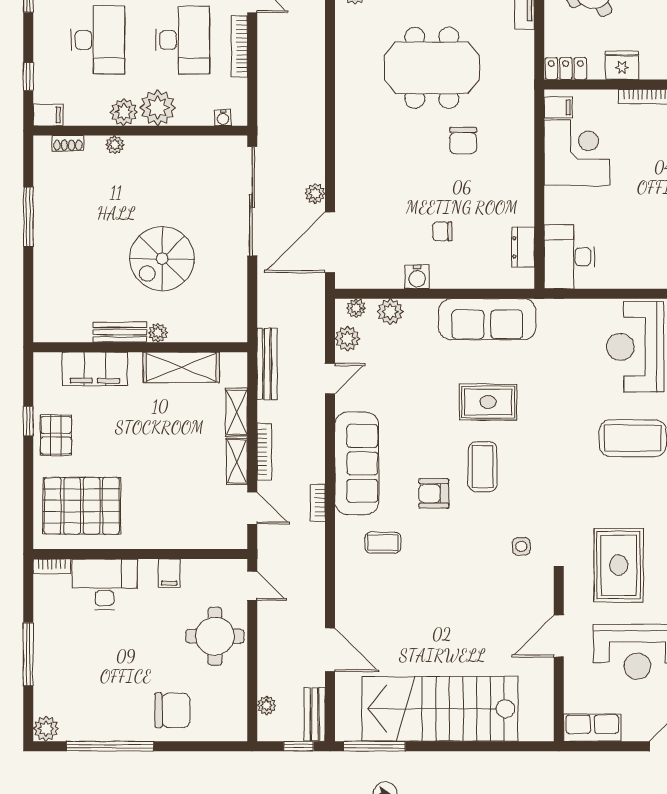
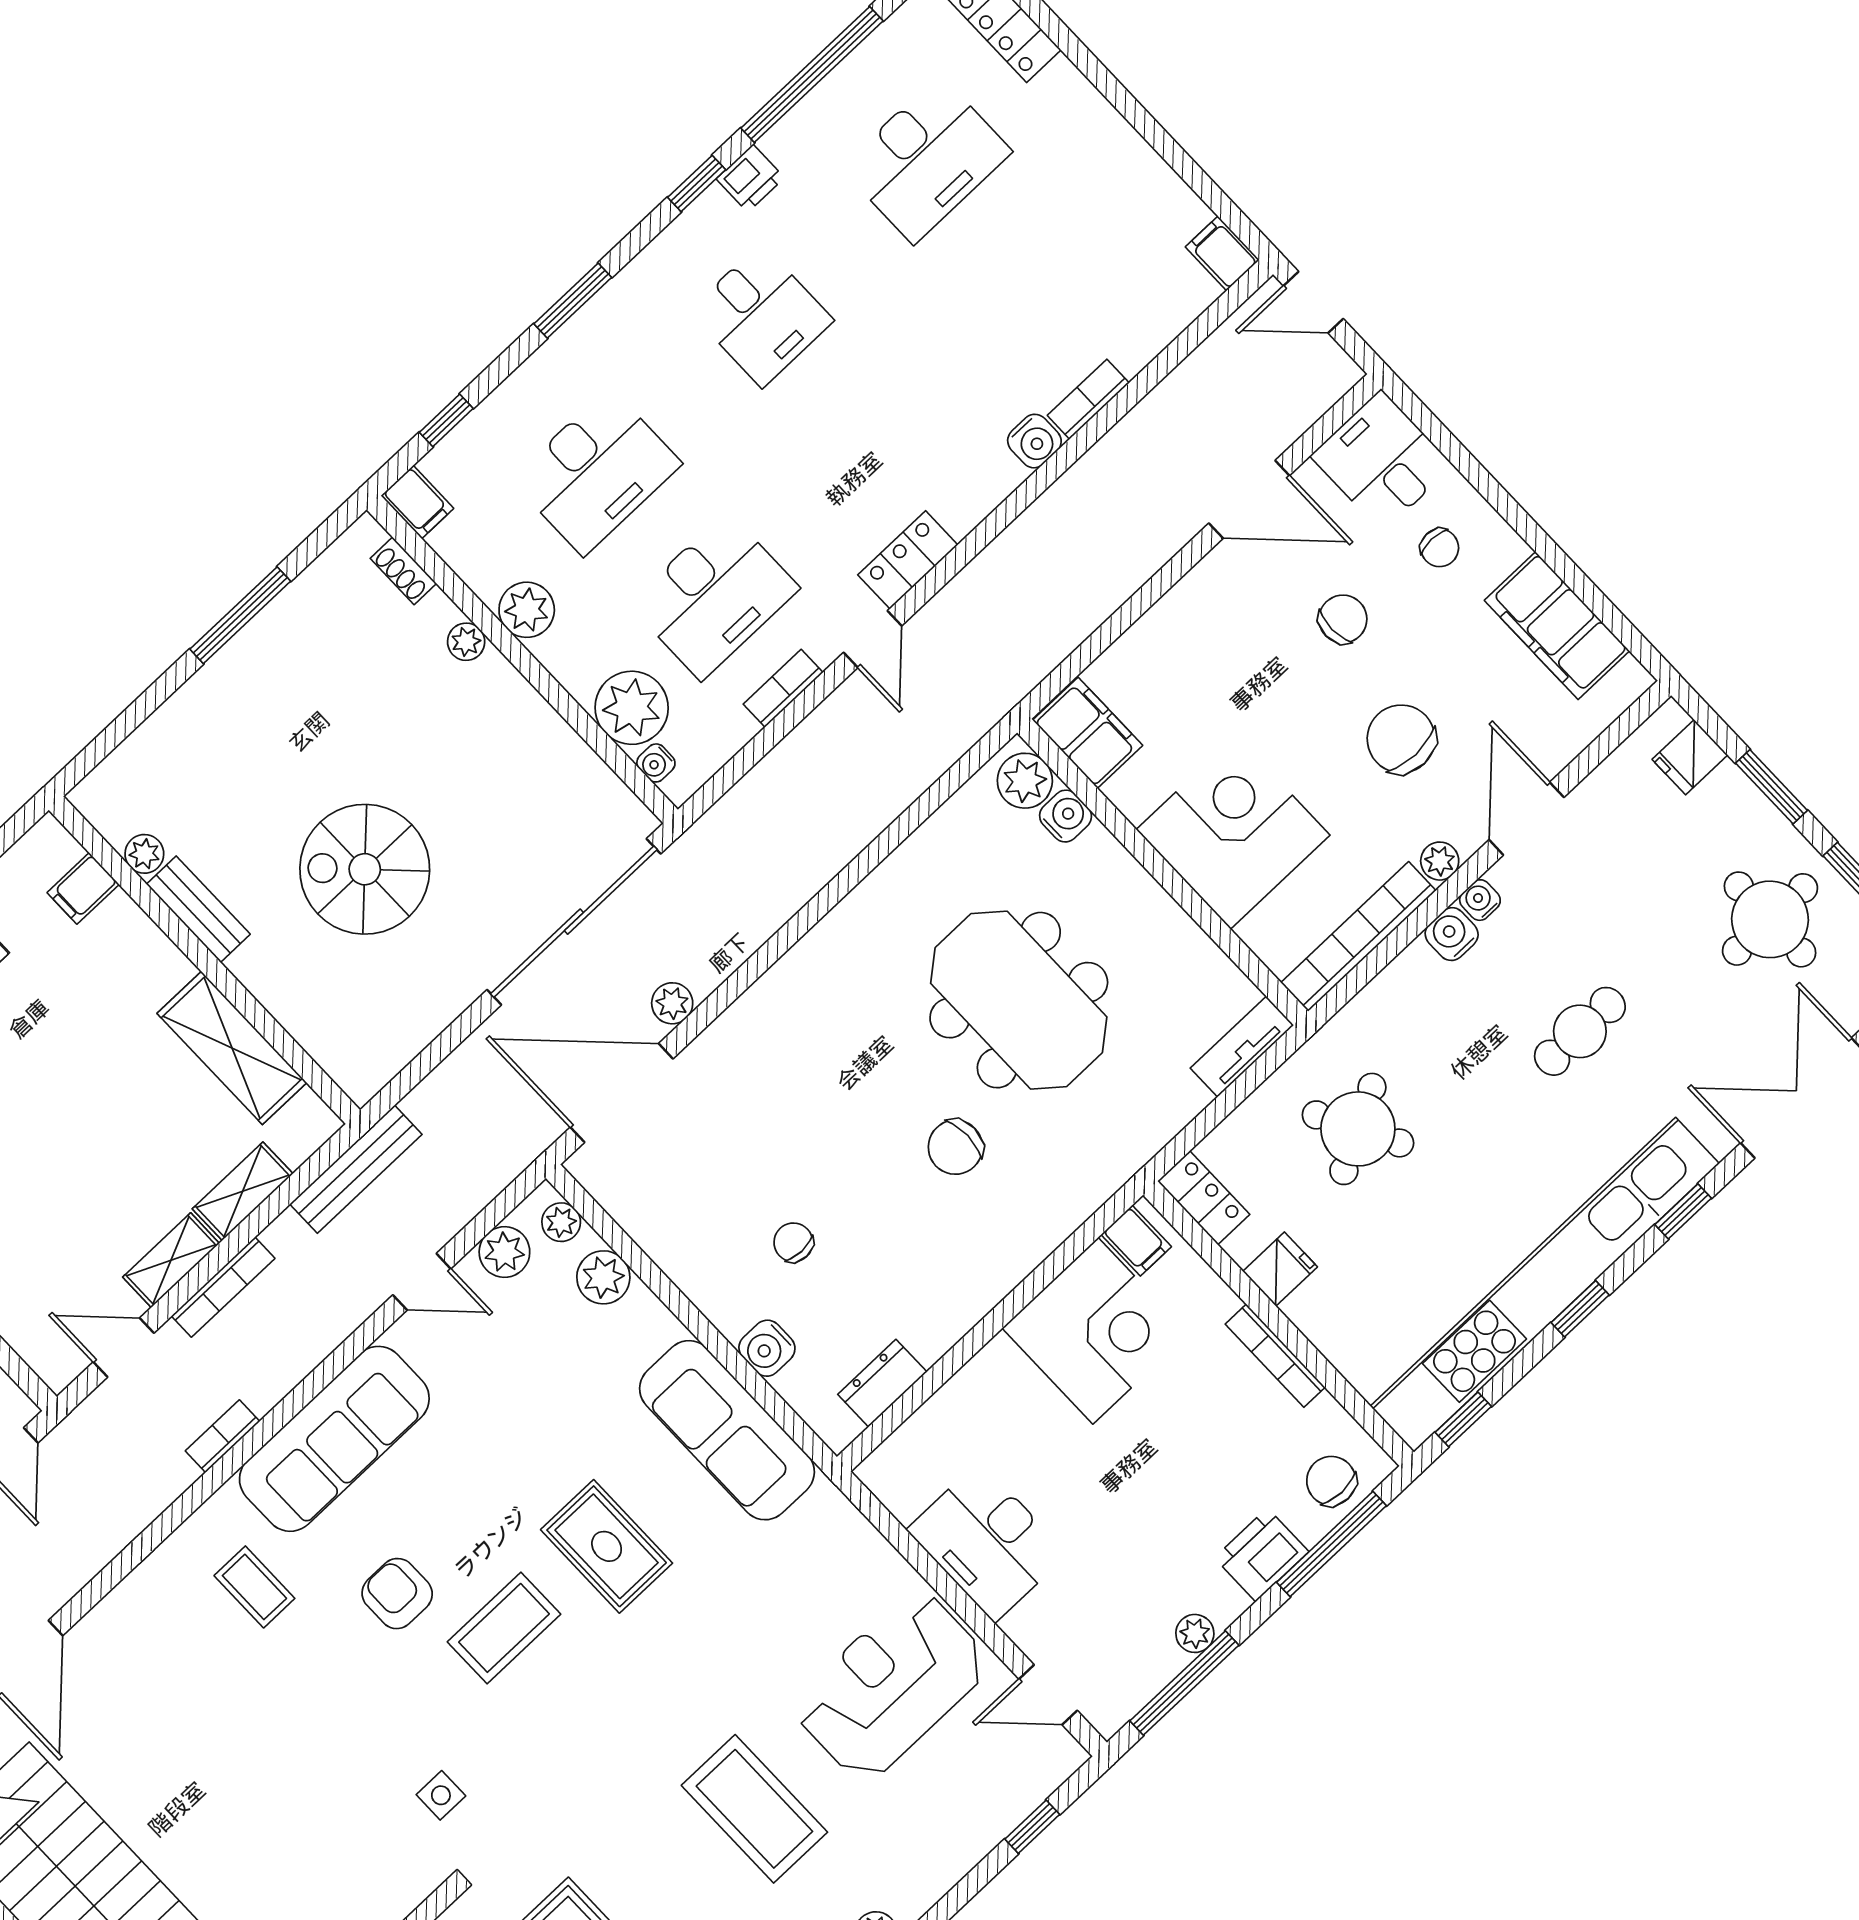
bookcase: (239, 46) -> (783, 688), width x0.64
fridge: (622, 65) -> (1280, 1269), width x0.72
plant: (158, 108) -> (632, 708), moved
desk: (569, 257) -> (987, 1542), moved, turned -90
water cooler: (417, 277) -> (767, 1348), moved
plant: (158, 333) -> (144, 854), moved
filing cabinet: (95, 369) -> (83, 888), width x0.33, depth x0.86
door: (252, 508) -> (124, 1347), swing flipped

